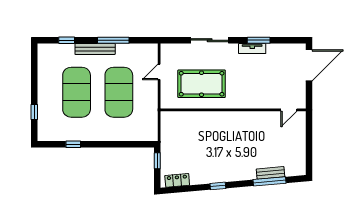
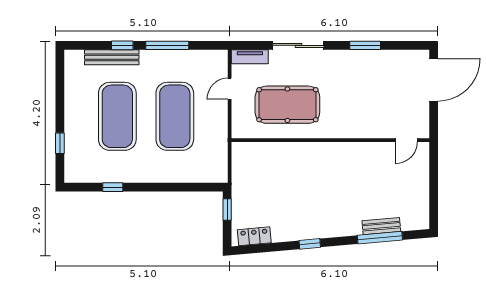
window: (67, 40) -> (122, 45), moved
bench: (95, 49) -> (112, 57), moved
tv unit: (252, 49) -> (250, 57), moved

